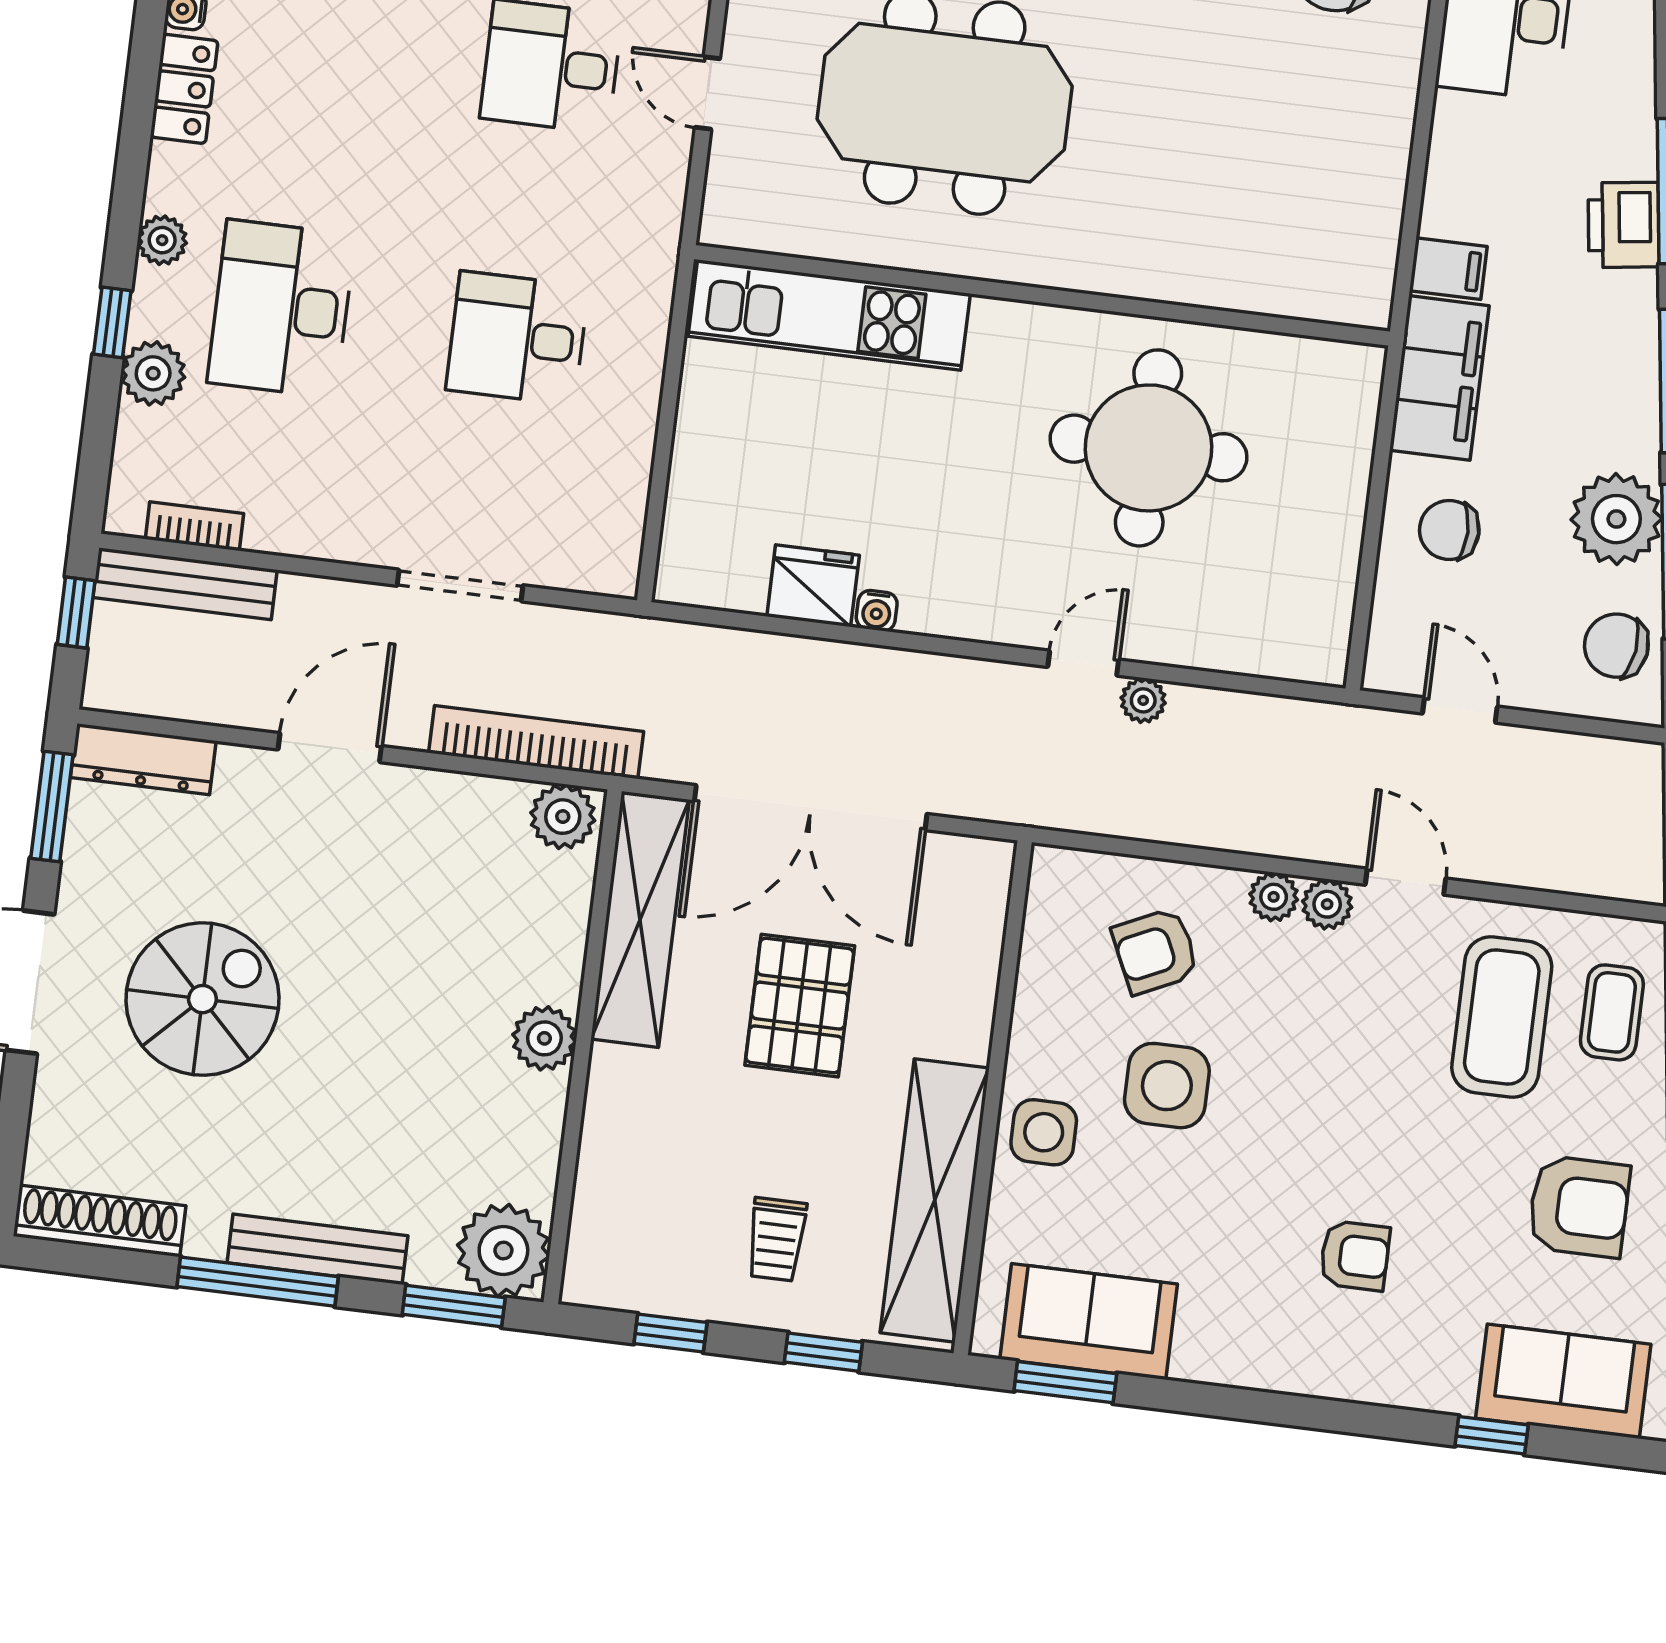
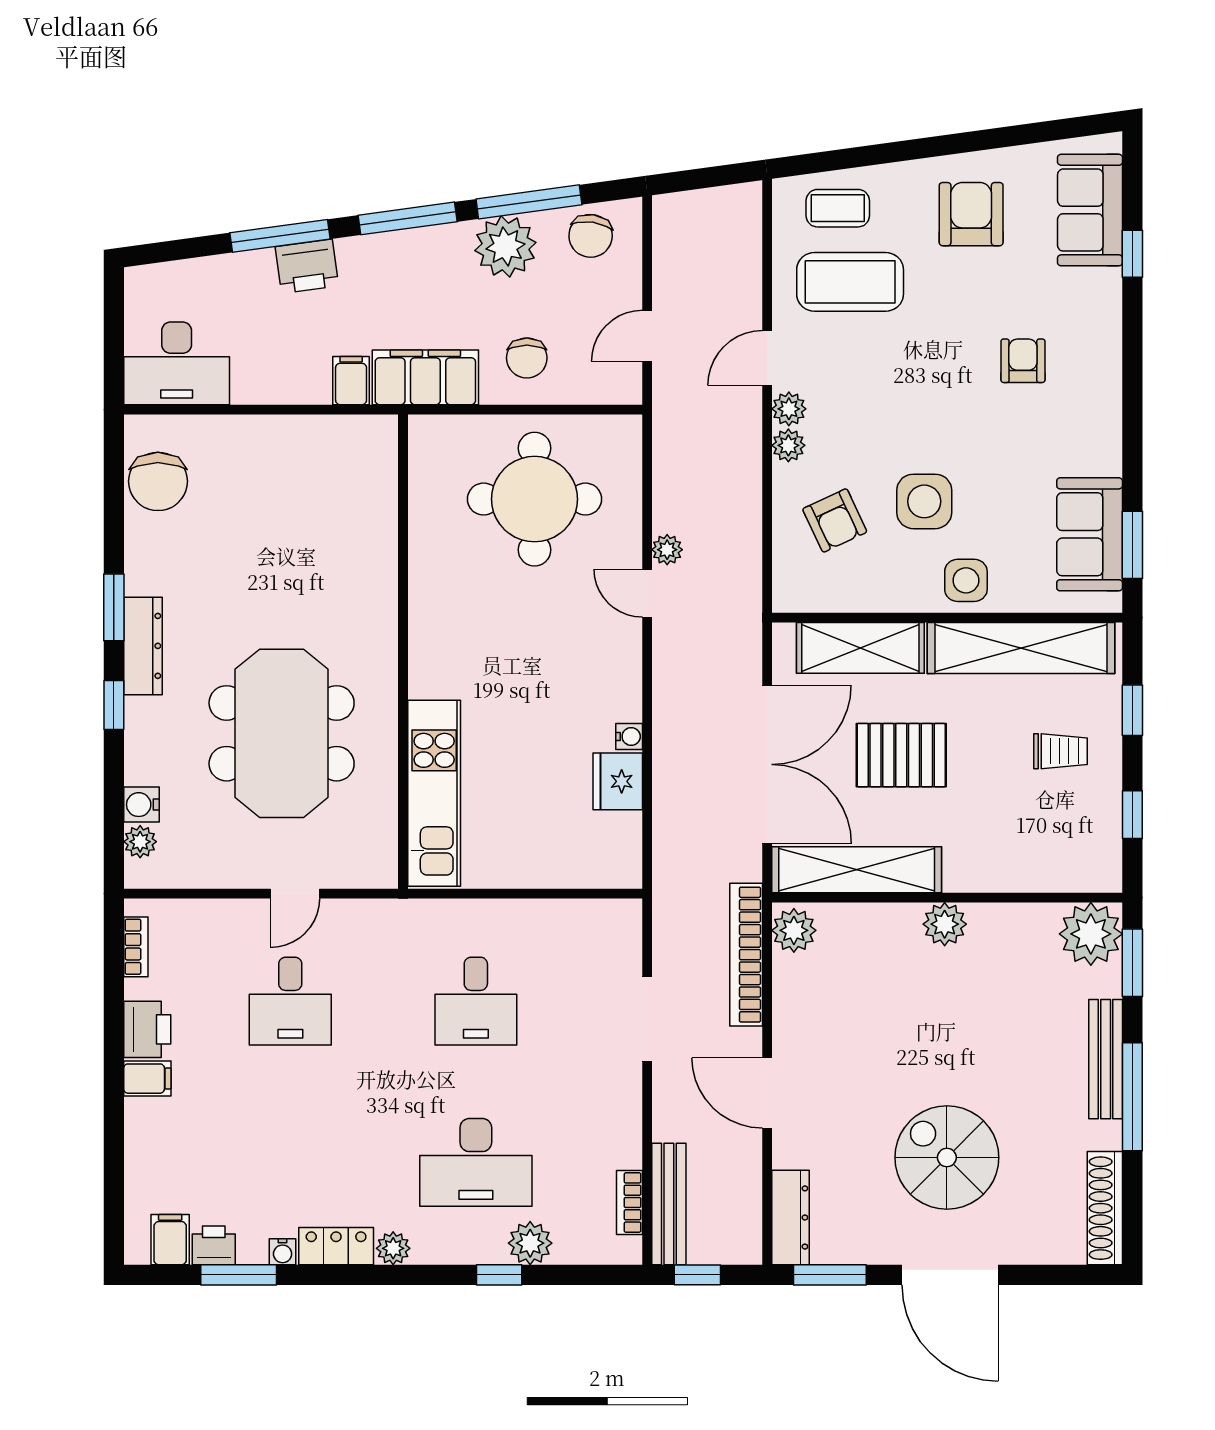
plant: (162, 240) -> (393, 1248), moved
round table: (1148, 448) -> (535, 499), moved
shelving: (964, 965) -> (860, 648), added

